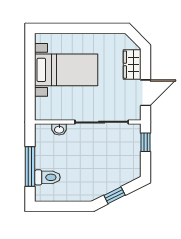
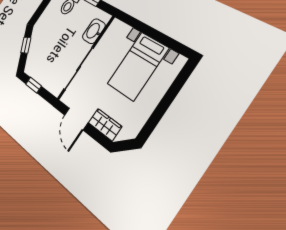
washbasin: (59, 129) -> (94, 31), width x1.91, depth x1.45
window: (146, 142) -> (34, 85), moved

